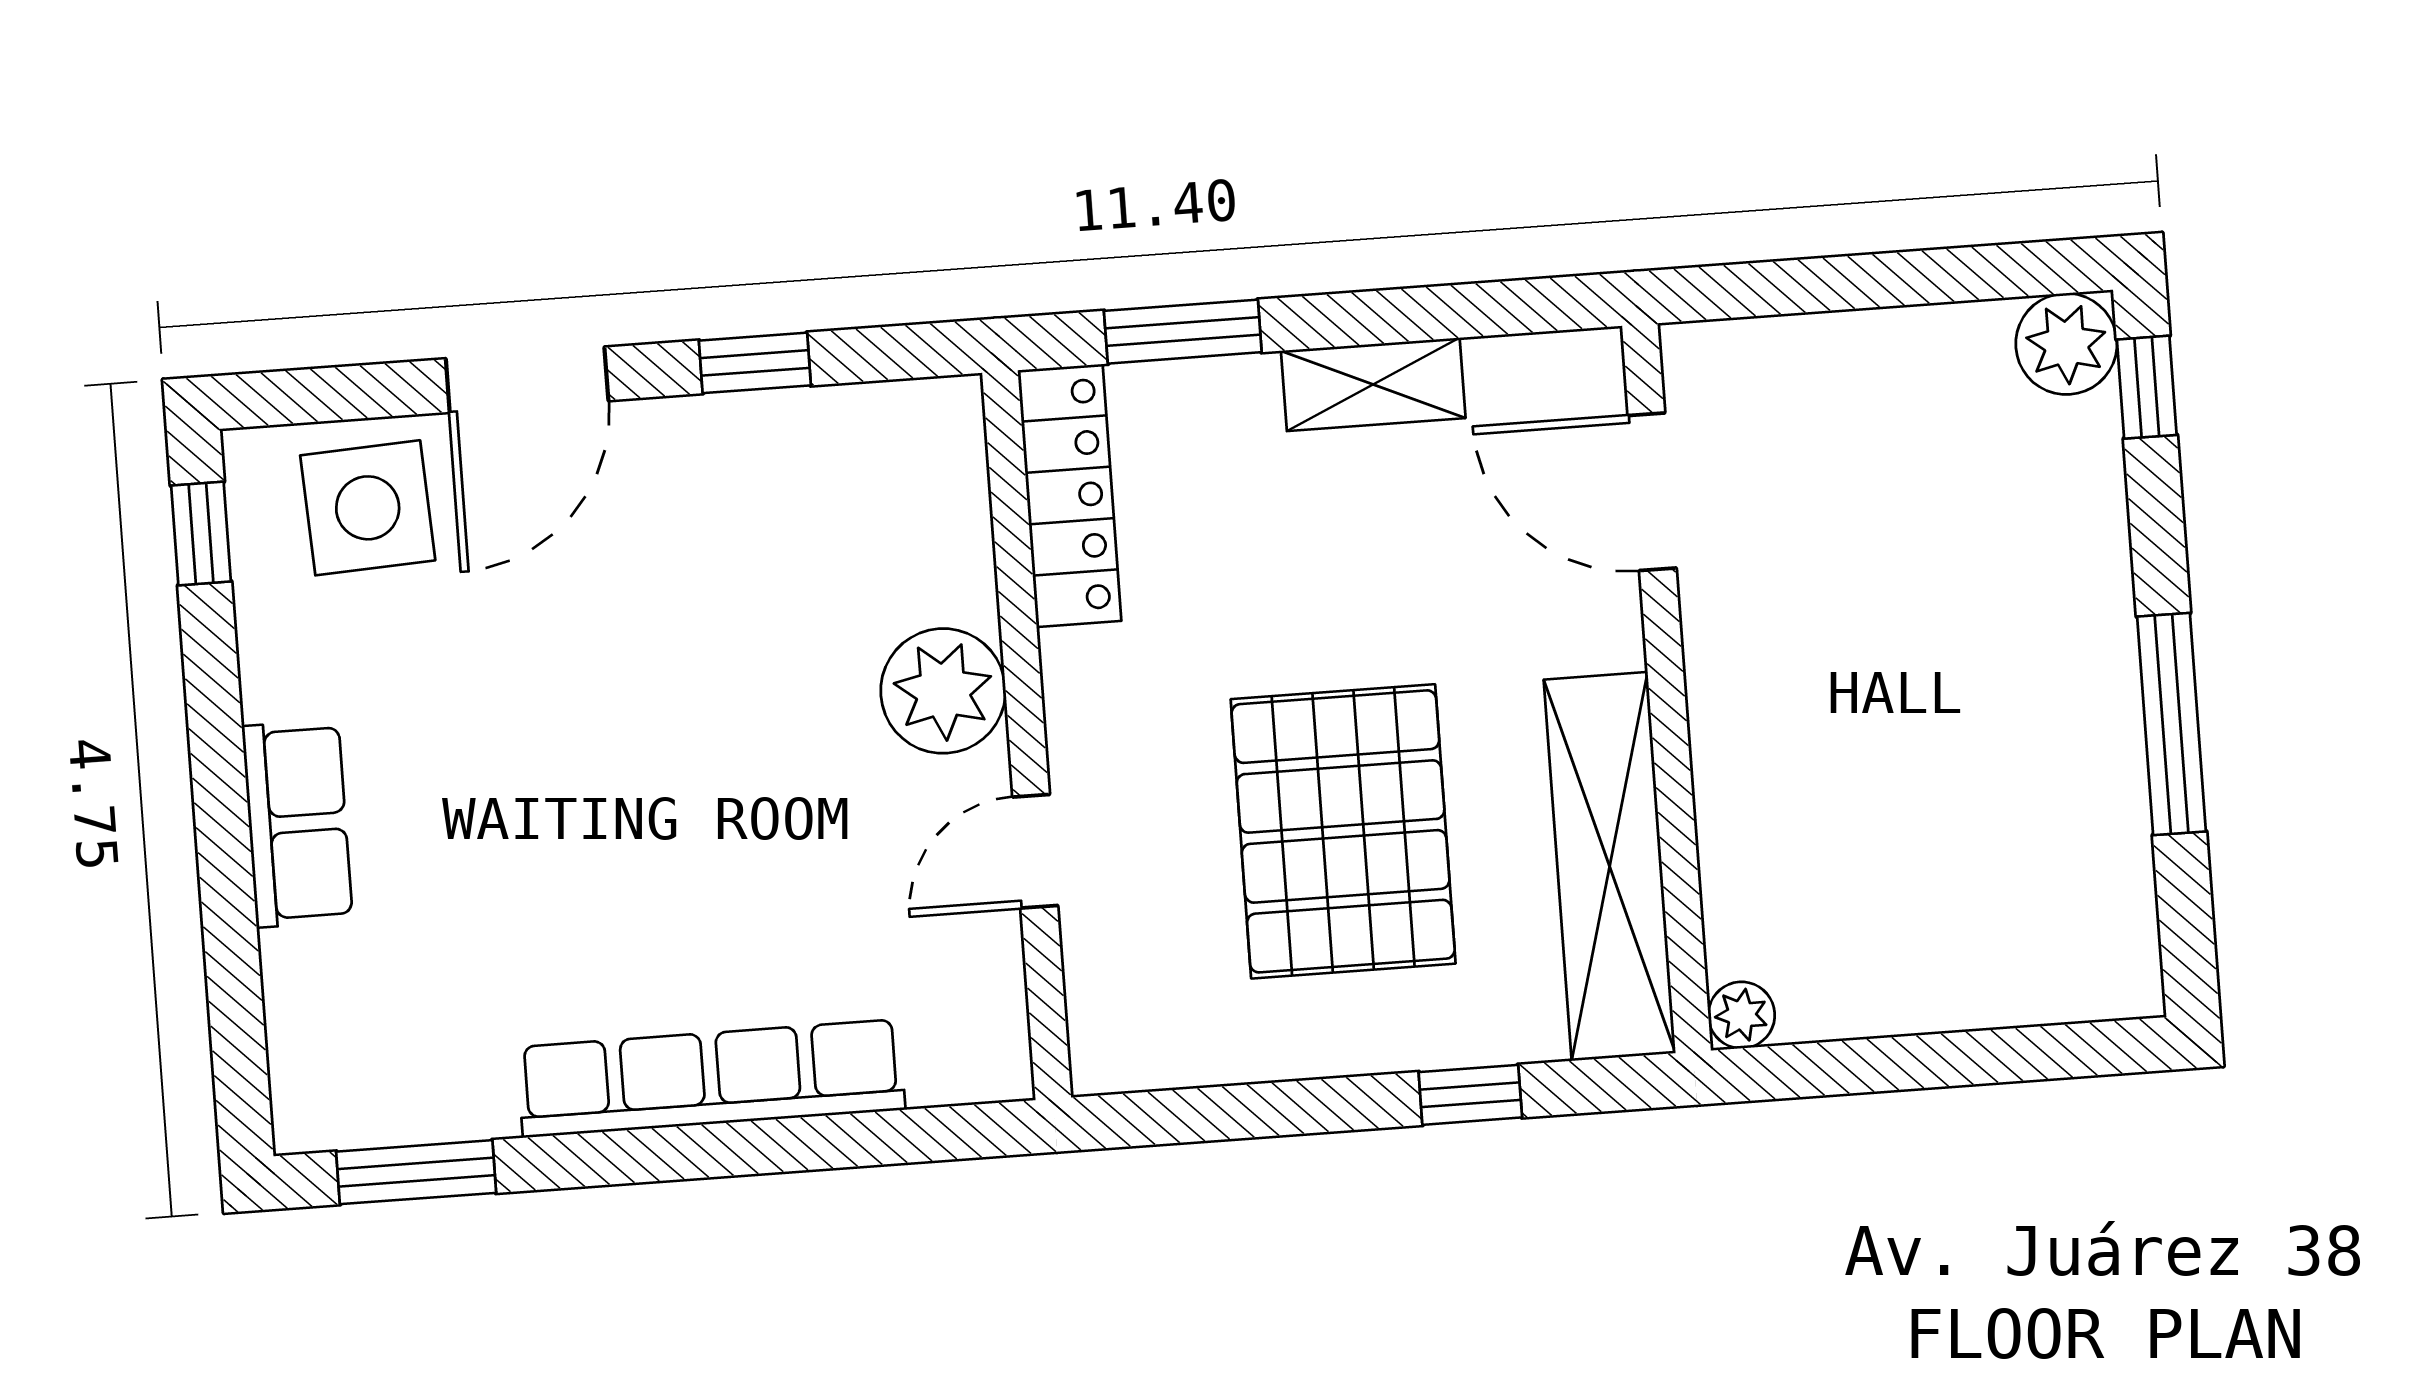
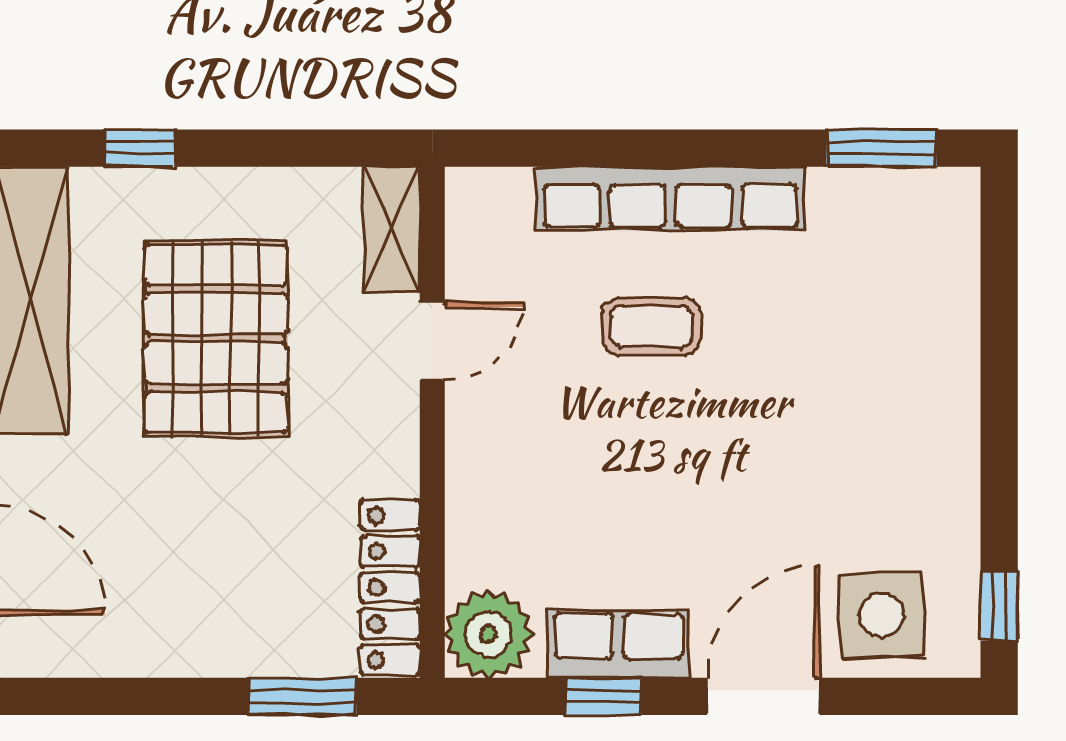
shelving: (1373, 384) -> (392, 229), moved, turned 90
plant: (943, 691) -> (488, 634), moved
row of seats: (297, 824) -> (618, 644), moved, turned 90
coffee table: (725, 894) -> (651, 326), added

